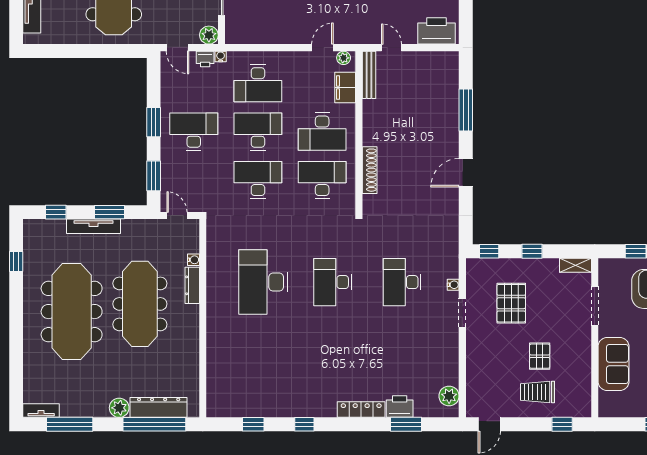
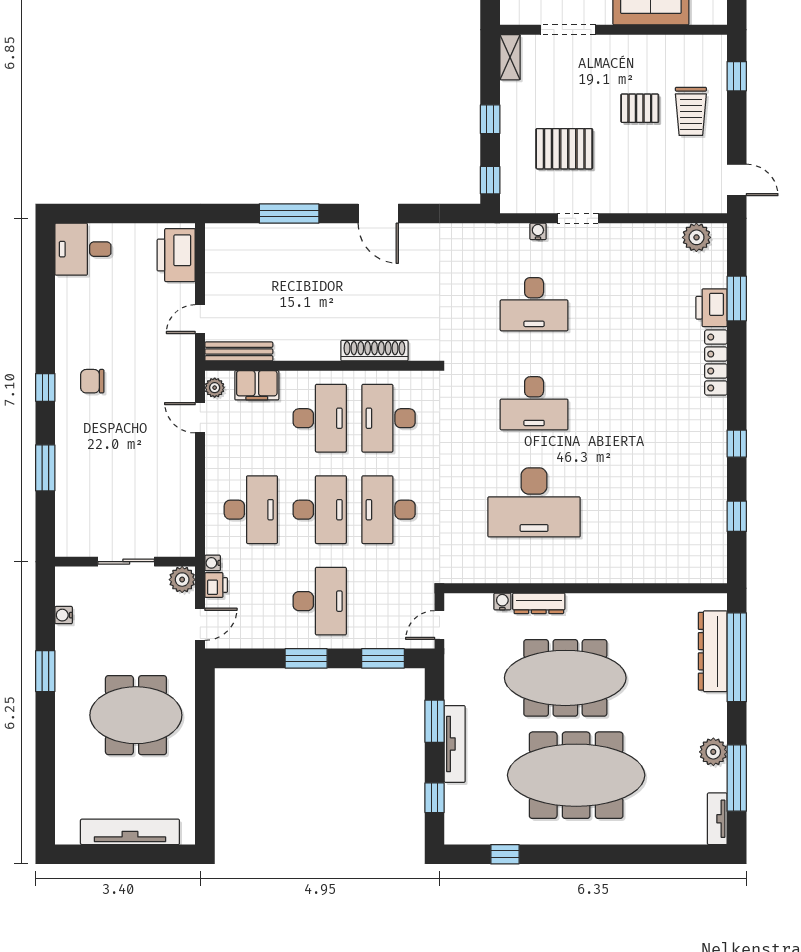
desk: (194, 132) -> (320, 601), turned 180
desk: (258, 132) -> (320, 510), turned 180
plant: (119, 408) -> (713, 752), moved

